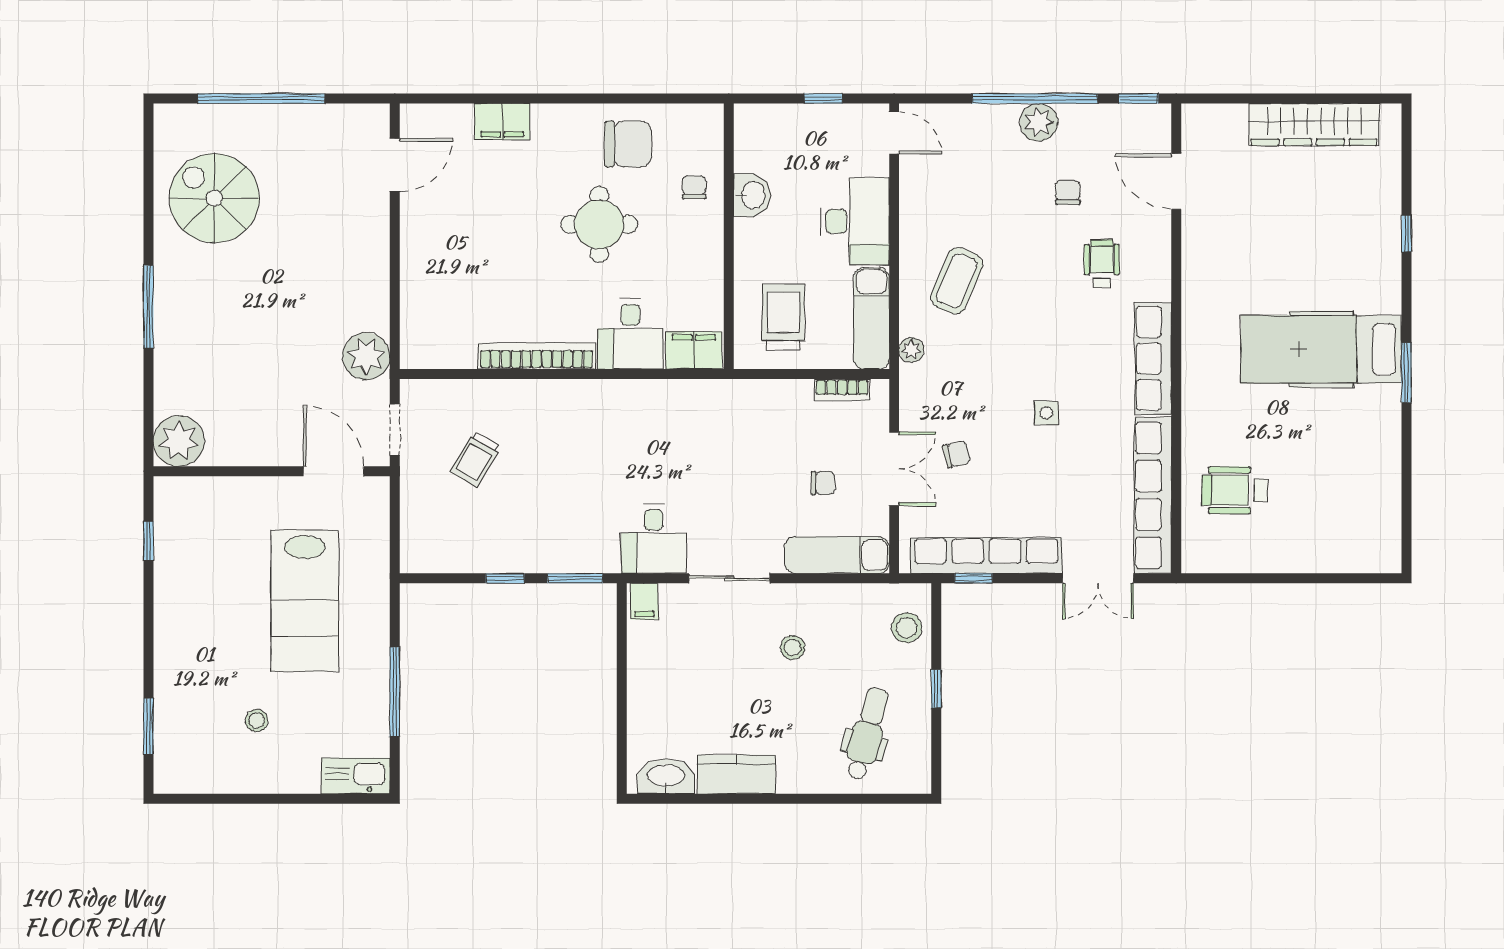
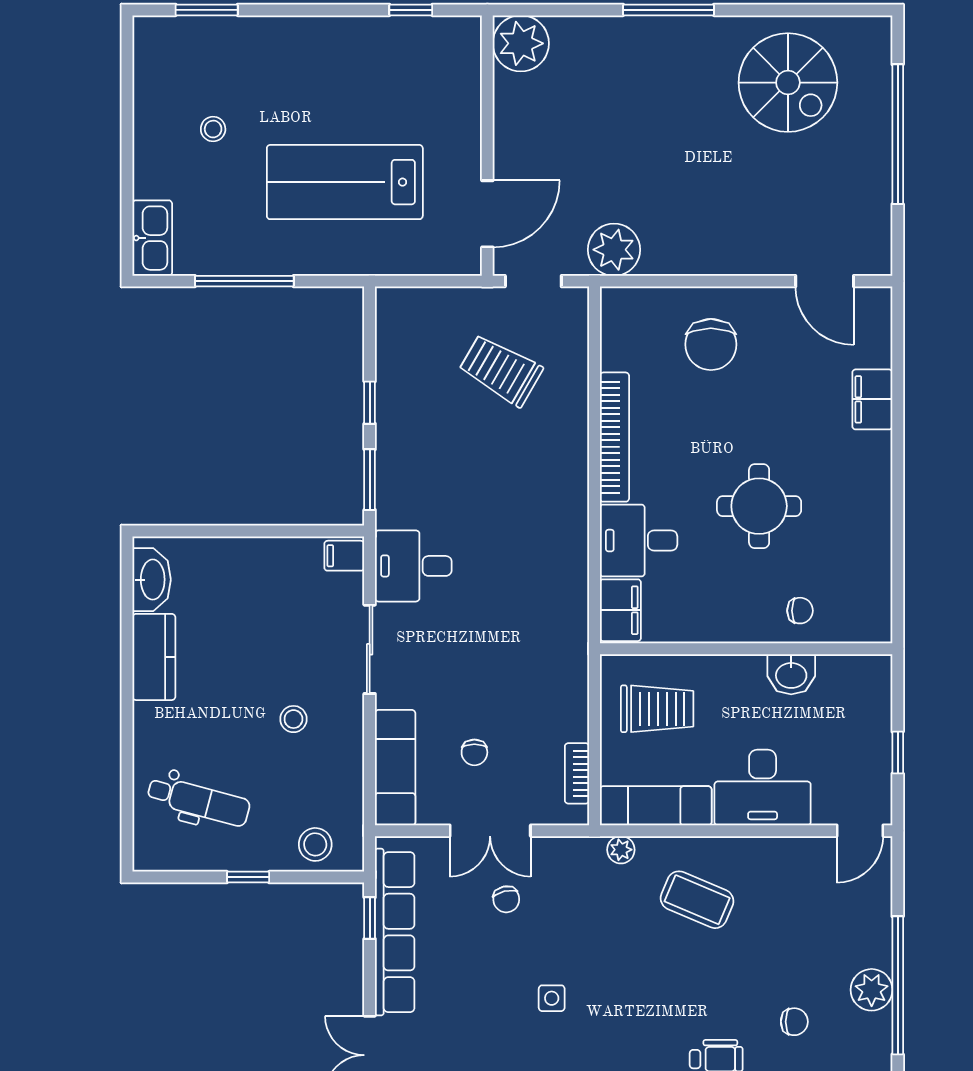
chair: (628, 144) -> (711, 344), moved
spiral stairs: (214, 198) -> (788, 83), turned 90
trolley: (476, 459) -> (501, 370), width x1.36, depth x1.39

